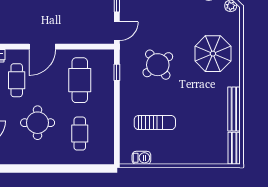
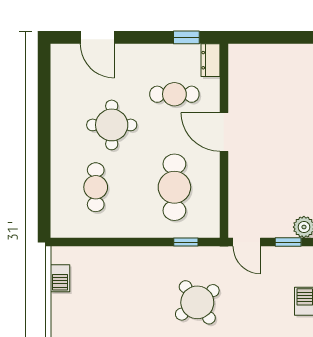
cafe table: (80, 80) -> (174, 187), turned 90
sun lounger: (155, 123) -> (112, 298), removed
cafe table: (80, 134) -> (96, 187), turned 90

